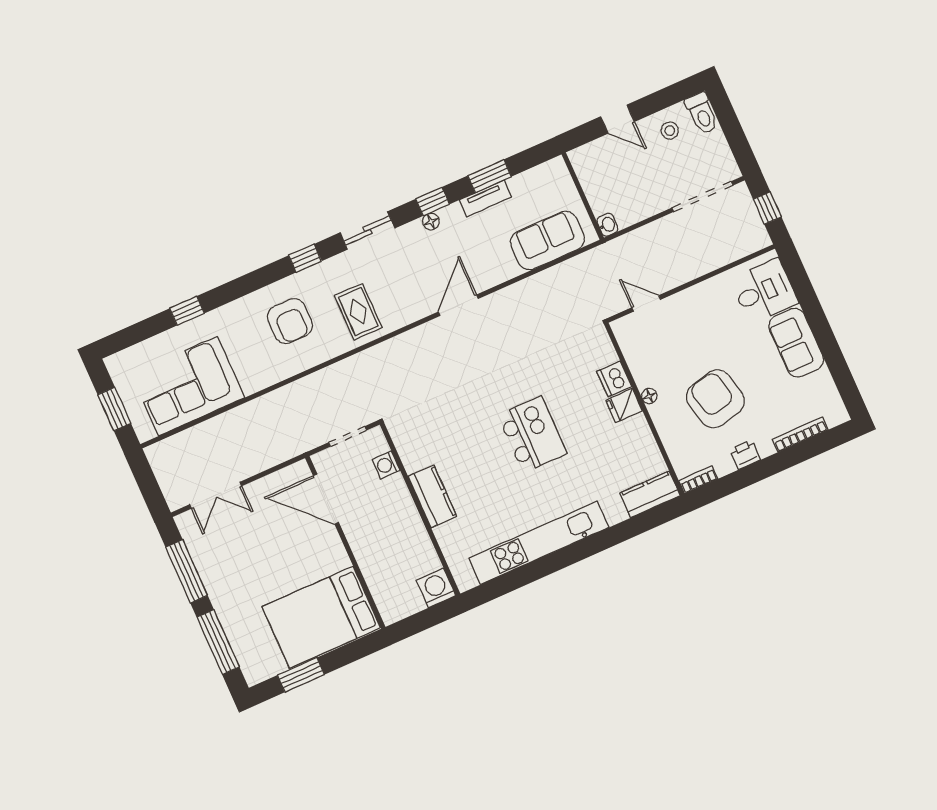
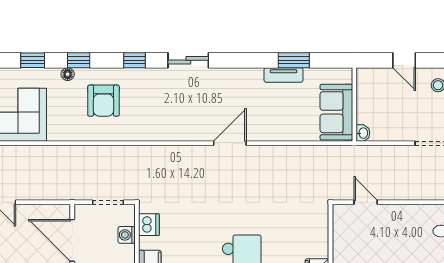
window: (432, 202) -> (79, 60), moved
floor lamp: (431, 221) -> (68, 74), moved
sofa: (547, 241) -> (336, 112), moved, turned -90
rug: (358, 312) -> (156, 116), removed
dishwasher: (614, 379) -> (149, 225), moved, turned 180

